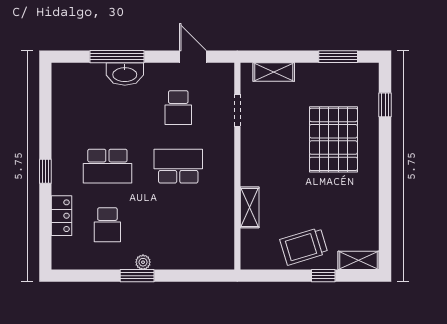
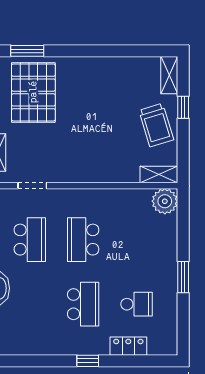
window: (385, 105) -> (27, 51), width x1.50
school desk: (178, 108) -> (30, 240), width x1.85
pallet: (333, 139) -> (33, 92), moved, turned 90
shelving: (250, 207) -> (159, 175), moved
plant: (143, 262) -> (165, 201), moved, width x1.87, depth x1.87

